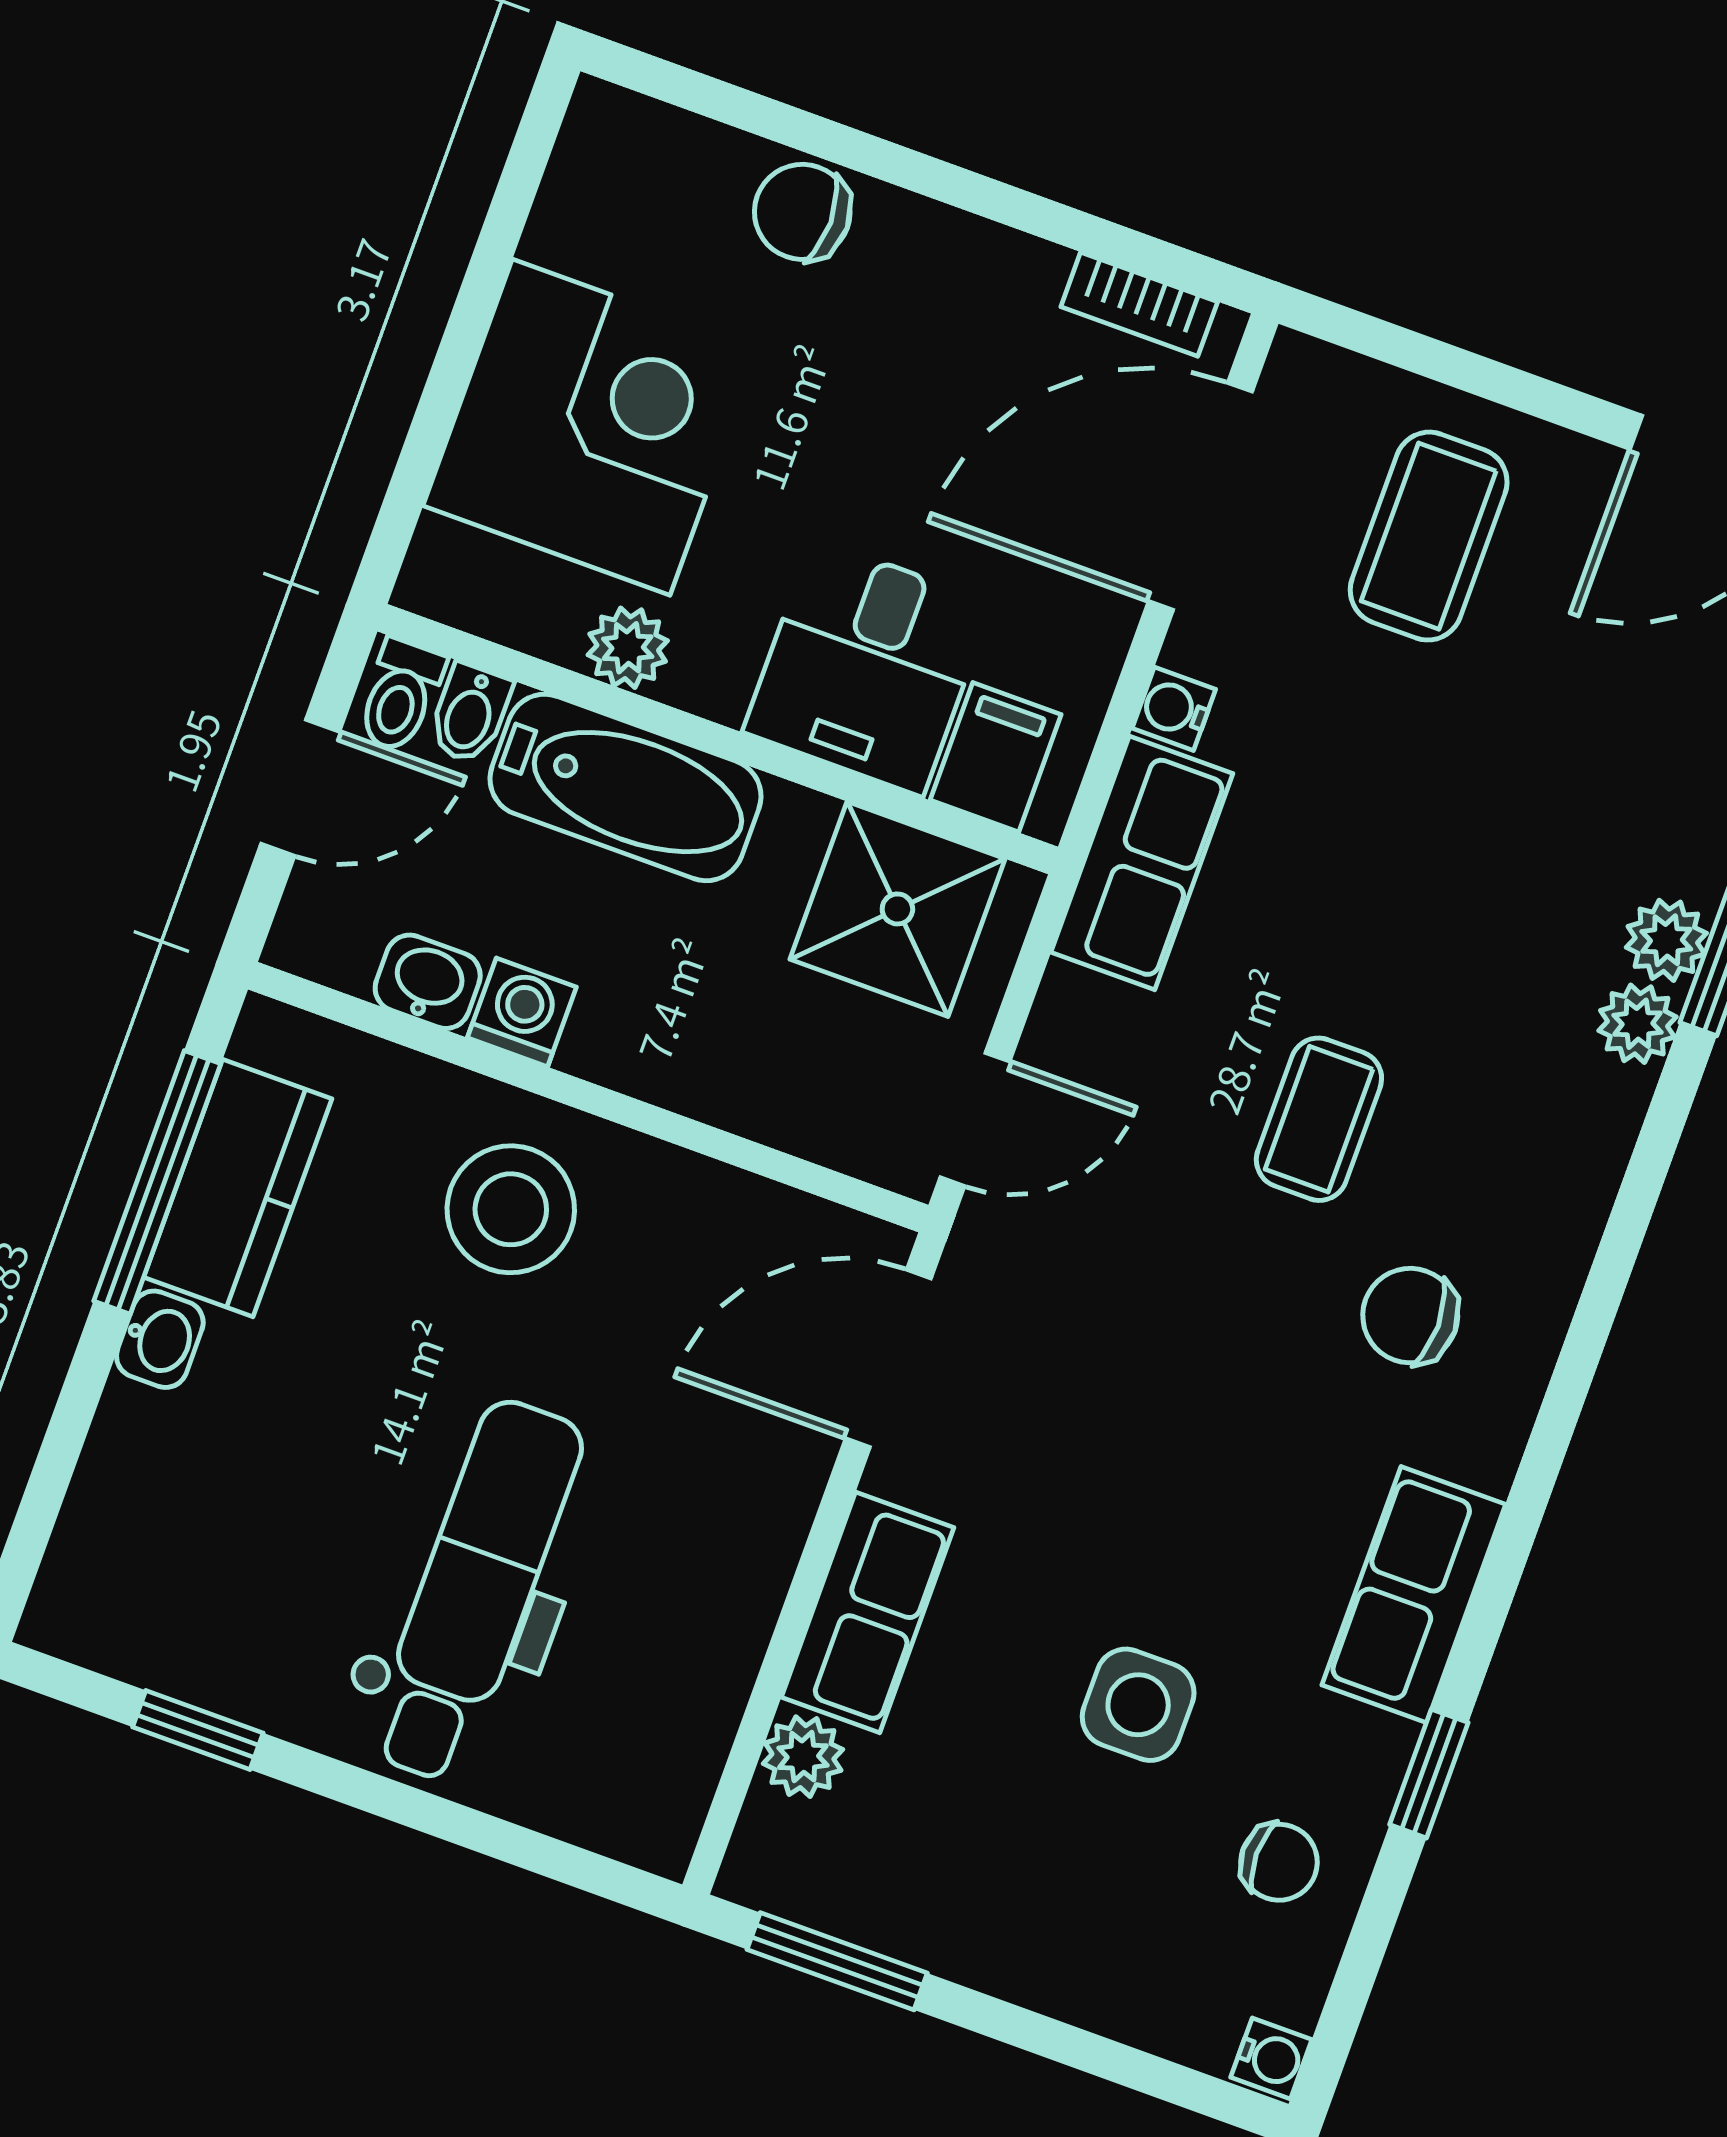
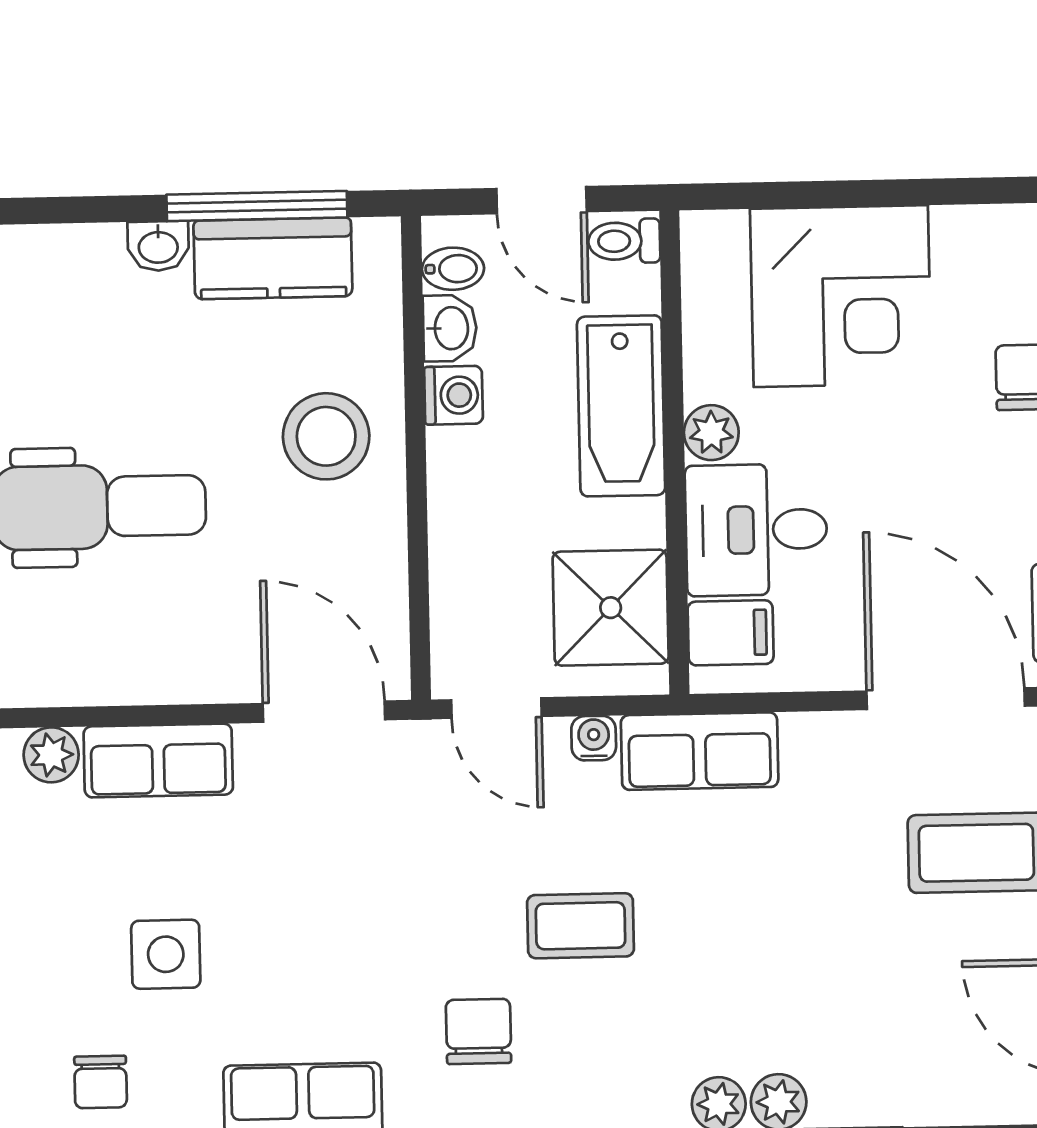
plant: (628, 648) -> (711, 433), moved
water cooler: (1174, 709) -> (594, 738), moved
bidet: (470, 713) -> (453, 269), moved, turned 180

